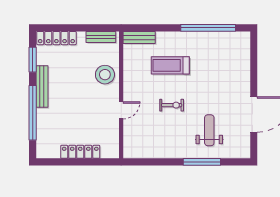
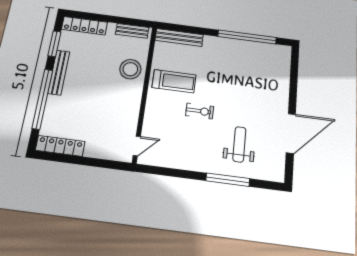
bench: (139, 37) -> (179, 37), width x1.36
treadmill: (170, 65) -> (174, 81), moved, turned 180
door: (121, 110) -> (137, 146), moved
locker: (80, 152) -> (60, 146), moved

